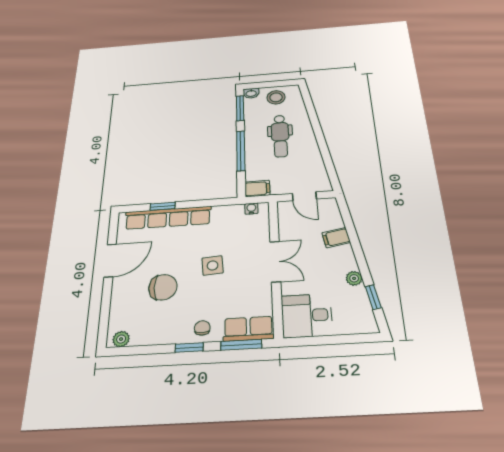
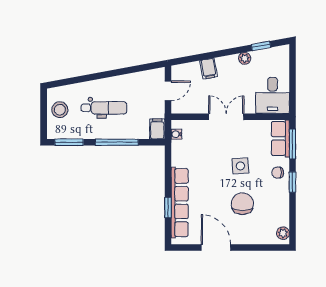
washbasin: (251, 93) -> (53, 132), removed
side table: (213, 265) -> (240, 166), moved

